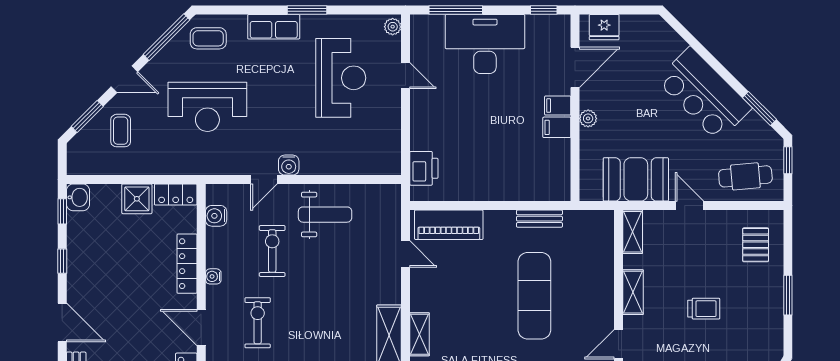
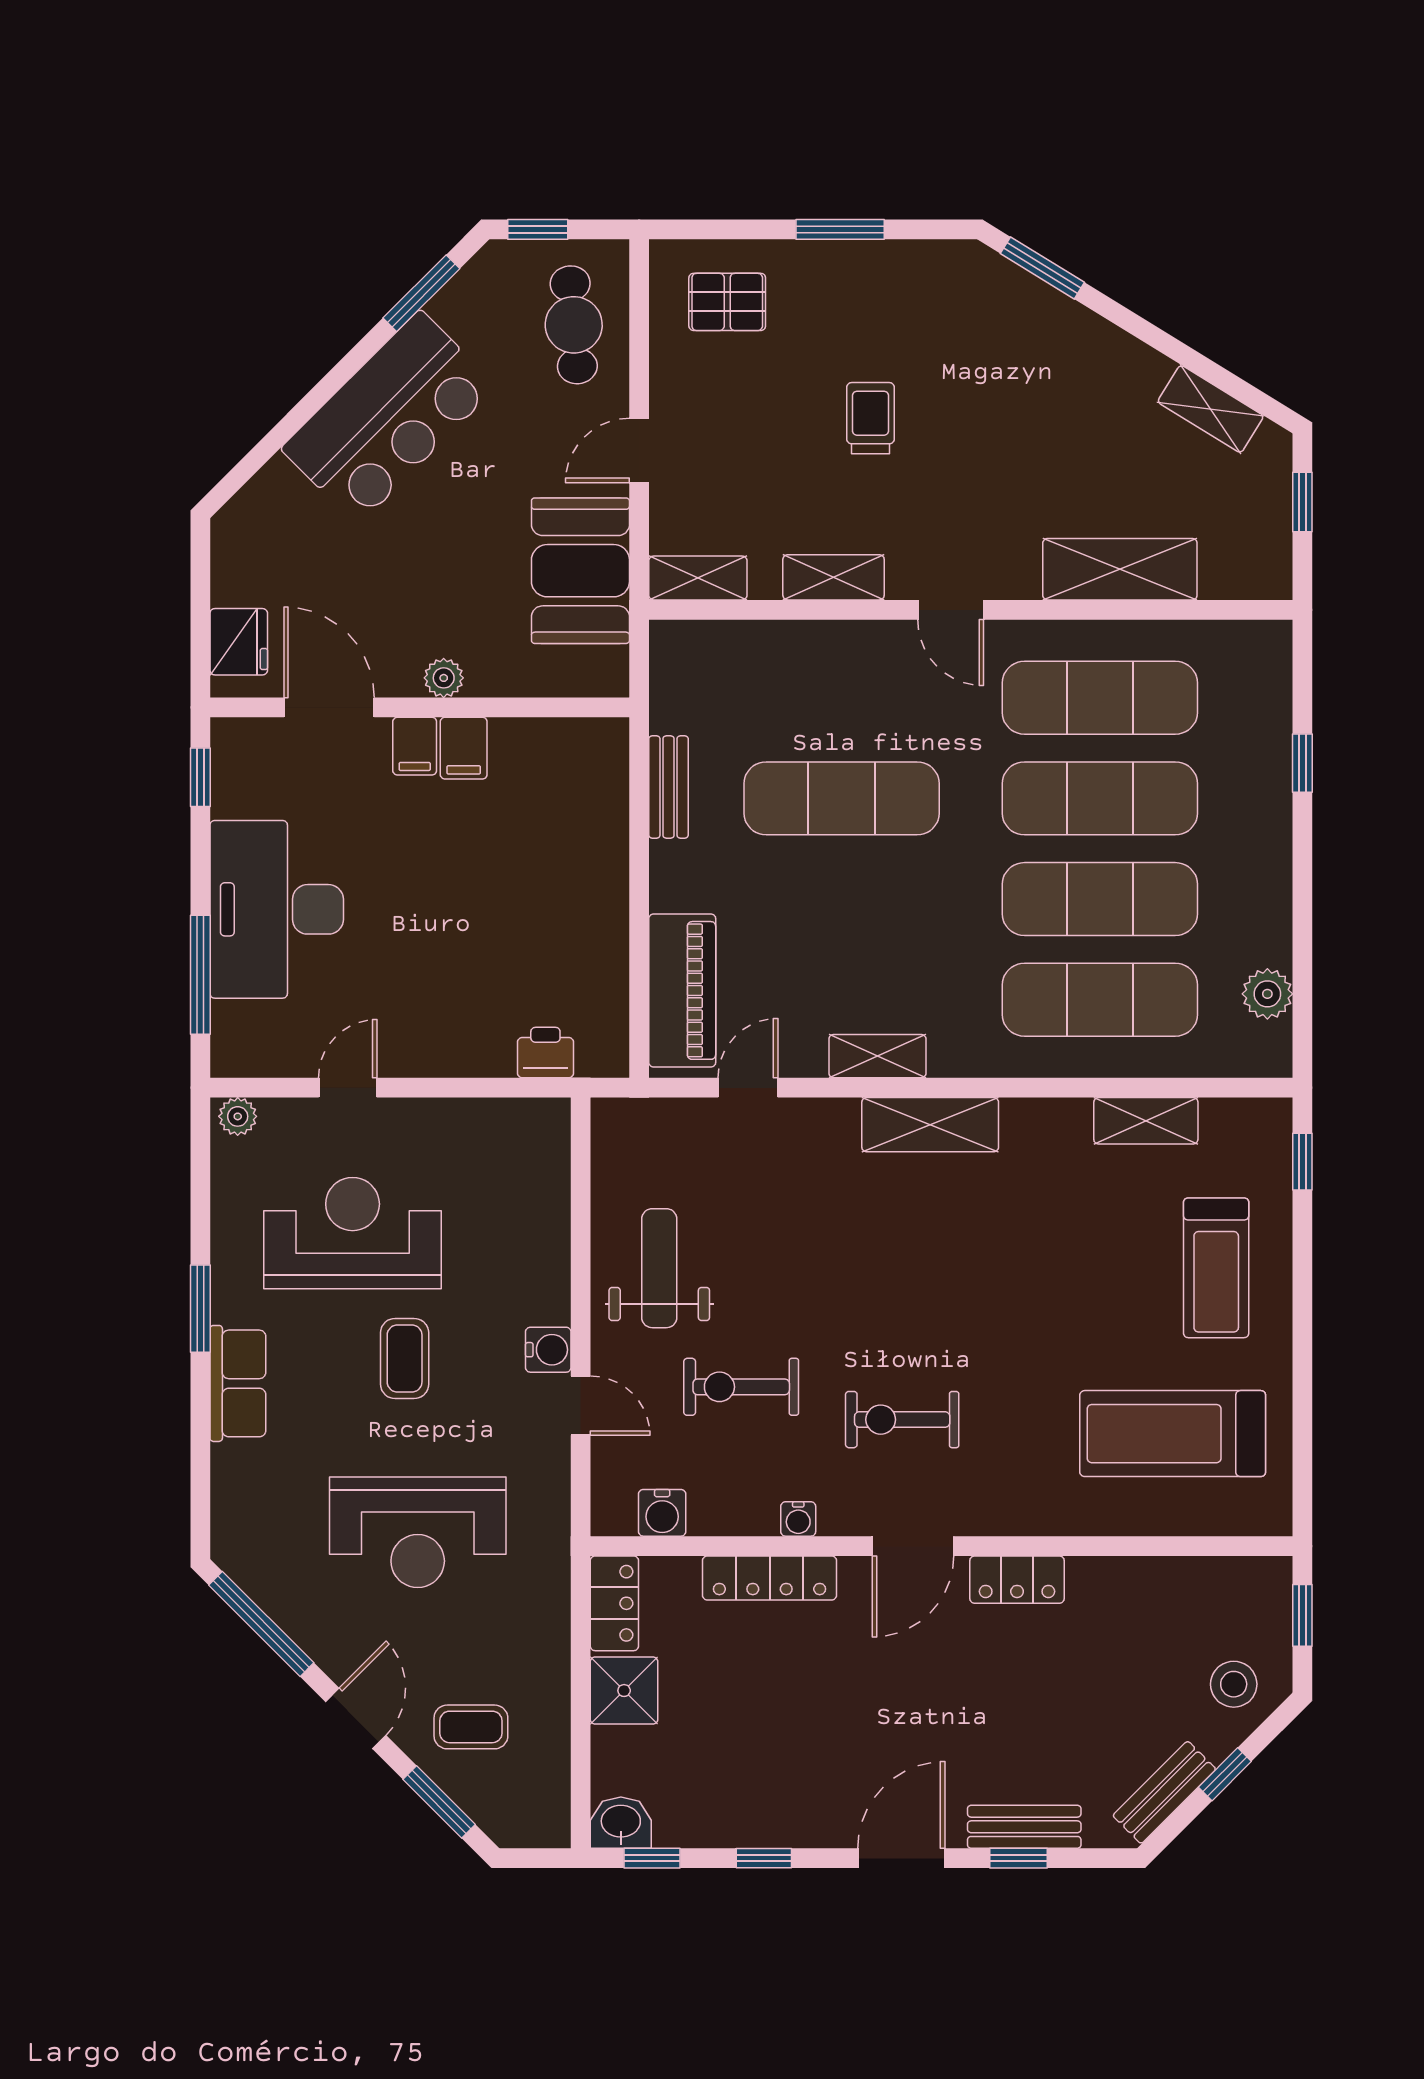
coffee table: (208, 38) -> (405, 1358), moved
reception desk: (207, 107) -> (418, 1532), turned 90
printer: (424, 168) -> (545, 1053), width x0.73, depth x0.81
shelving: (420, 334) -> (877, 1056), moved

